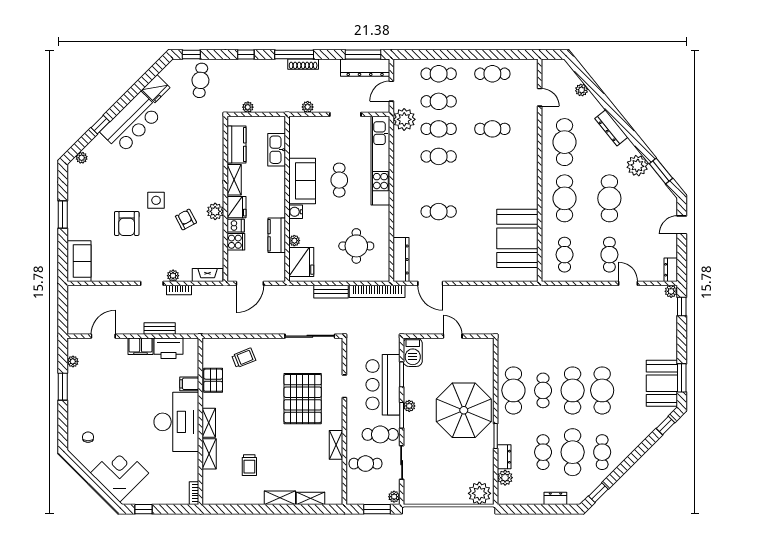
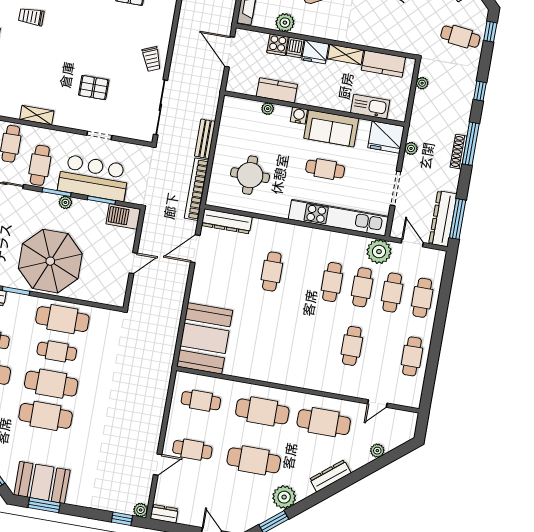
plant: (215, 211) -> (285, 23), moved
booth: (517, 238) -> (205, 338), moved, turned 90
fridge: (301, 262) -> (386, 137), moved
trolley: (244, 358) -> (152, 59), moved
pallet: (303, 399) -> (94, 88), width x0.49, depth x0.50

